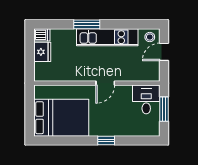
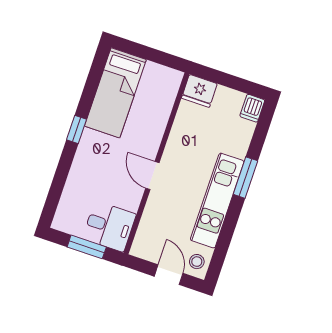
fridge: (42, 52) -> (199, 91), moved
bed: (61, 118) -> (115, 93), width x0.67
window: (106, 140) -> (77, 130), moved

